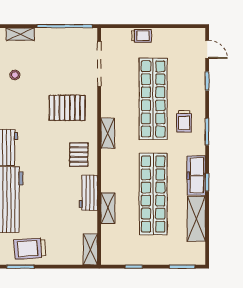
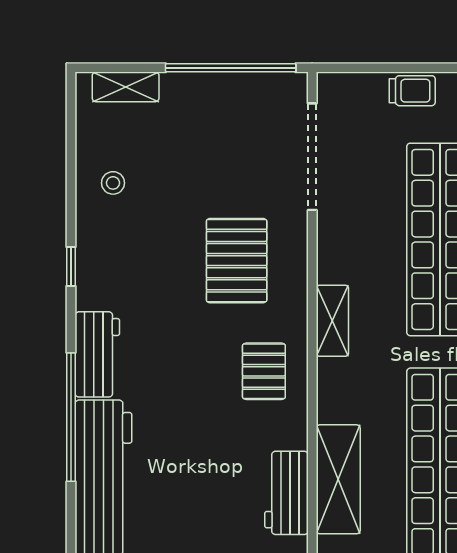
pallet: (67, 108) -> (237, 261), turned 90
workbench: (88, 193) -> (286, 493), moved
shelving: (108, 208) -> (338, 479), width x1.50, depth x1.33

